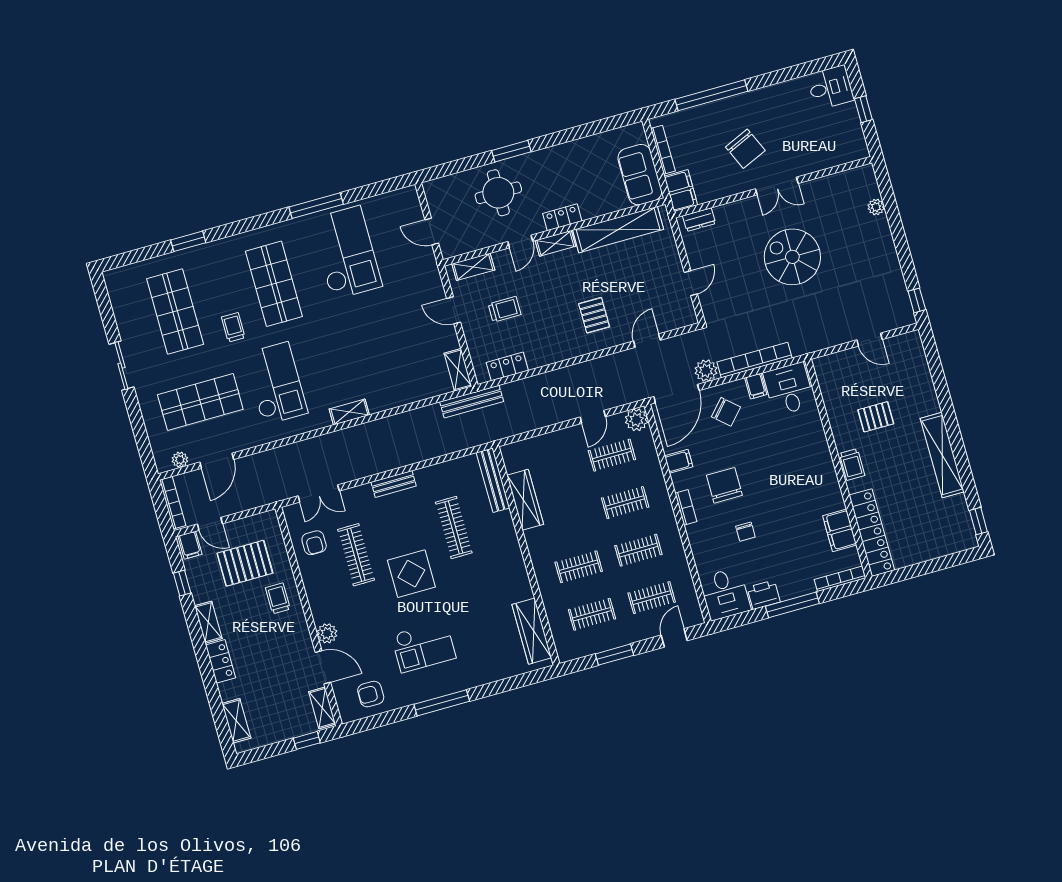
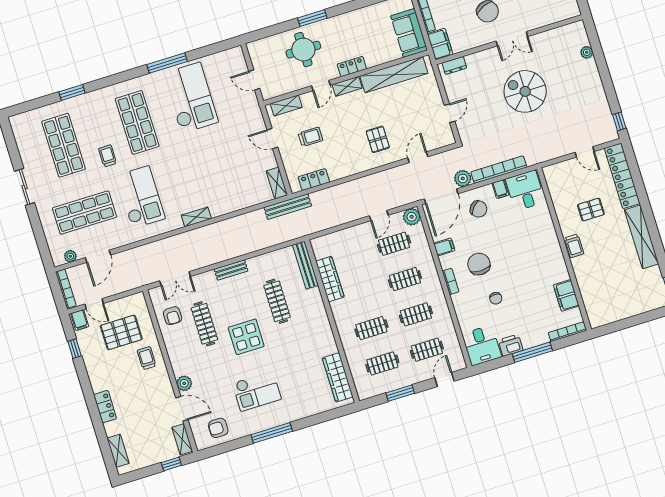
locker: (872, 533) -> (622, 176), moved, turned 180
shelving: (208, 622) -> (95, 377), removed

